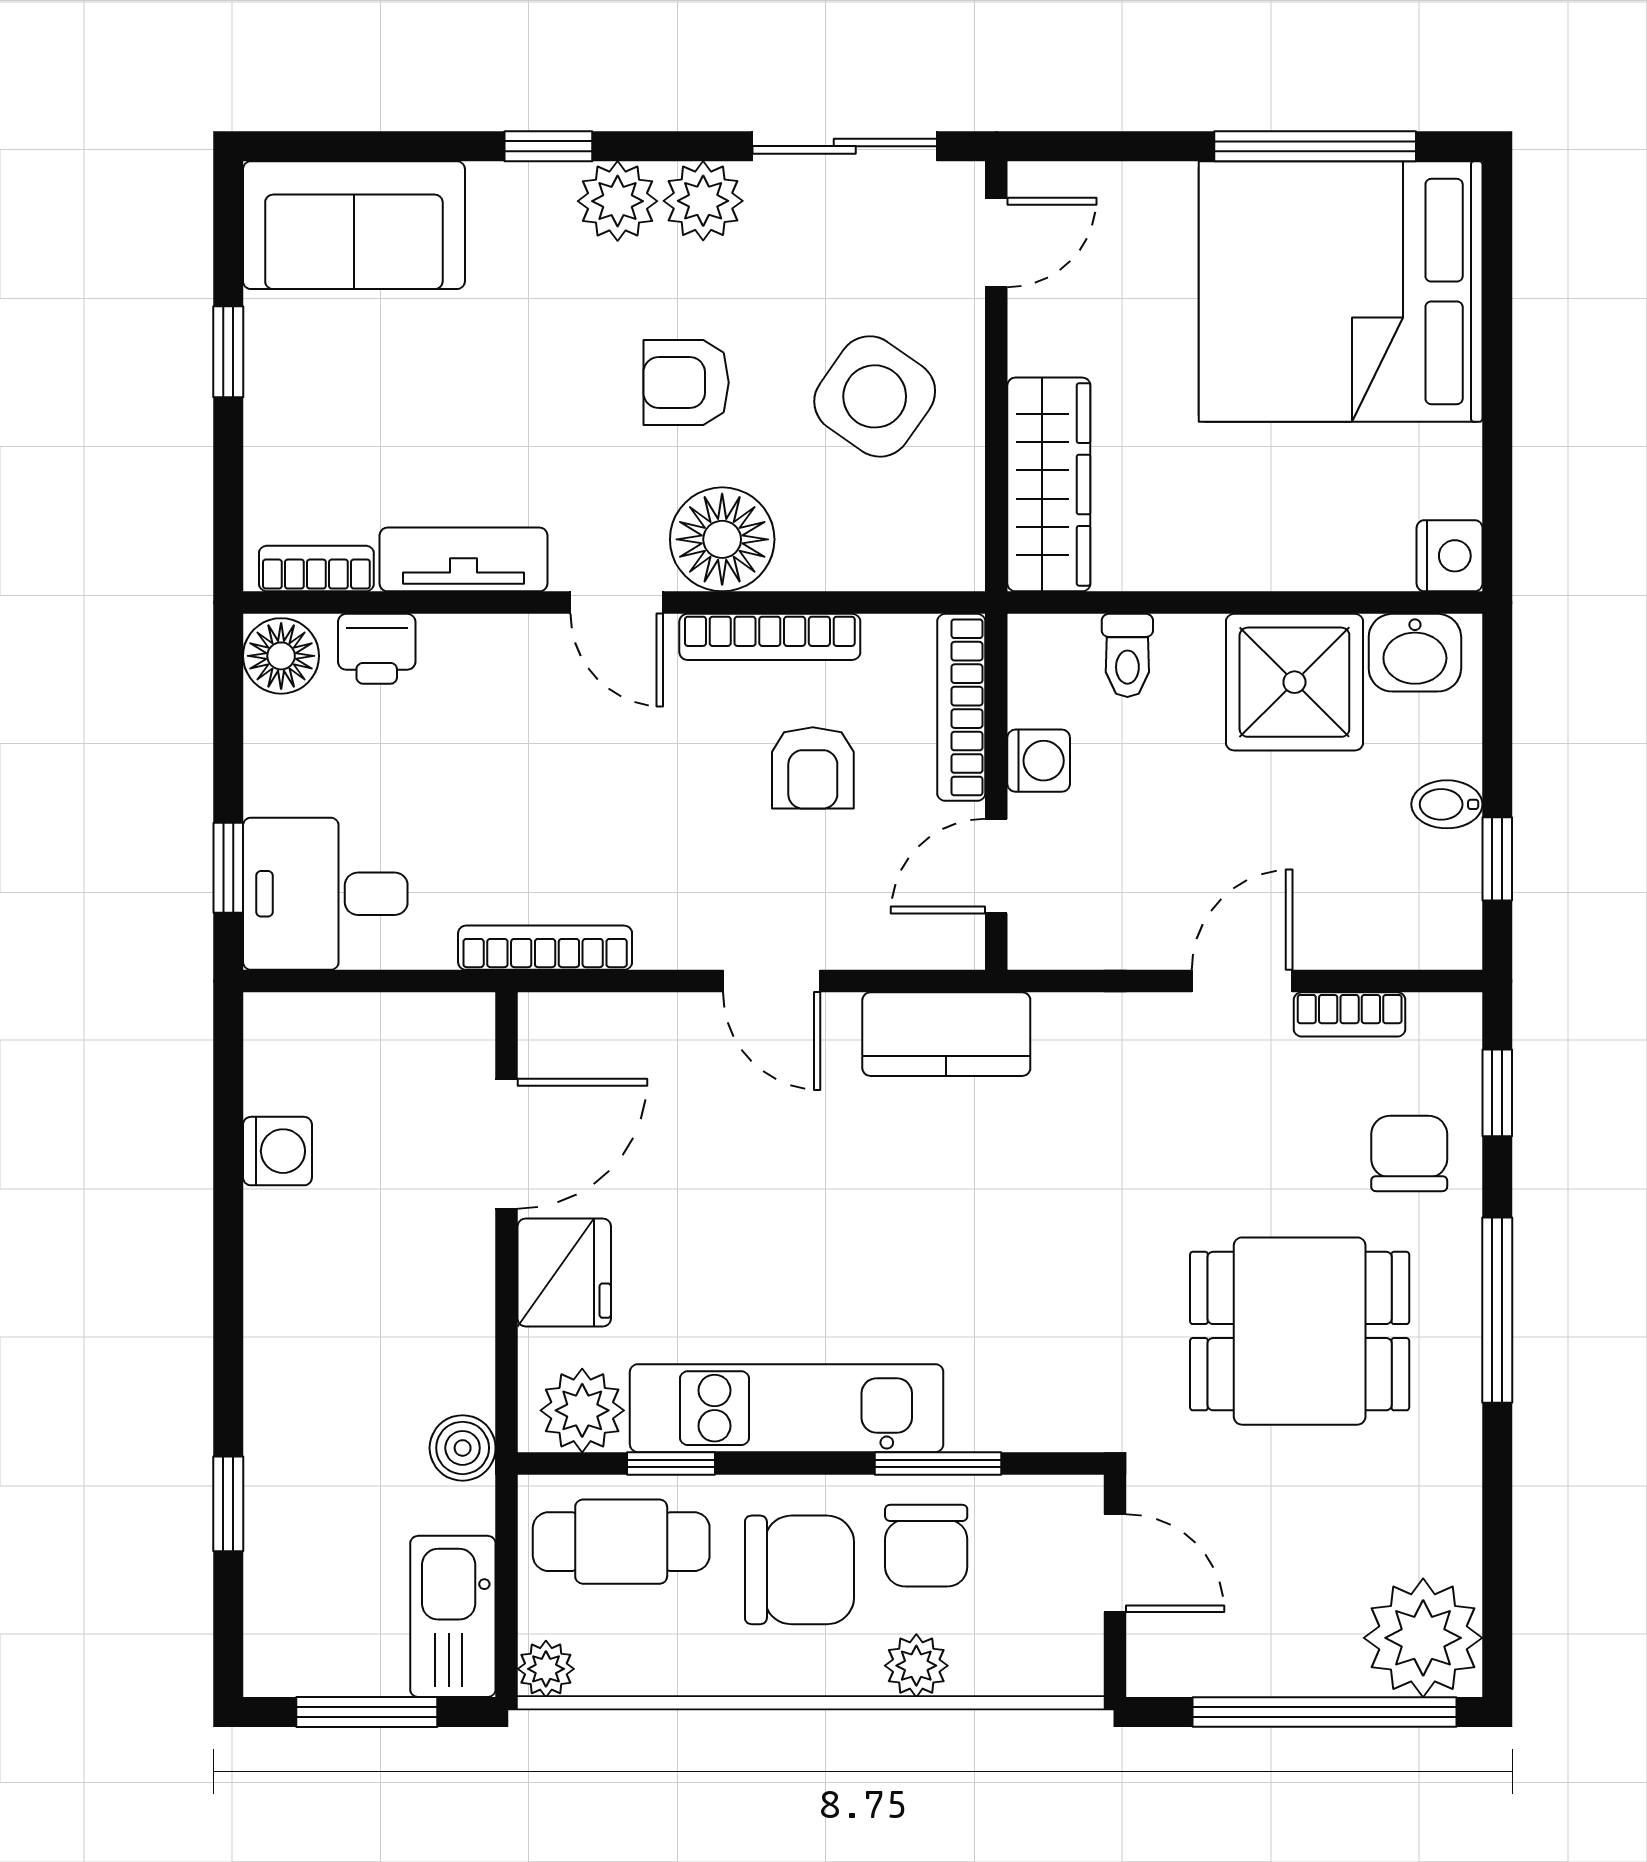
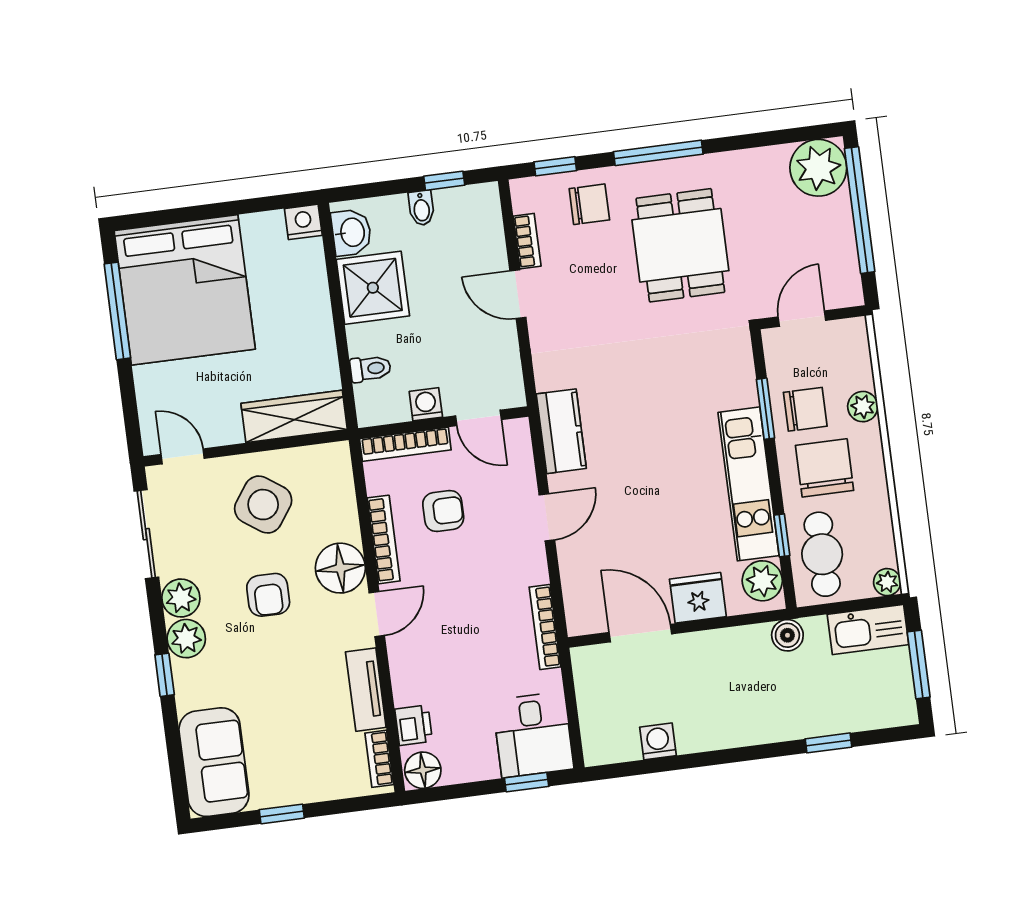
chair: (1409, 1153) -> (589, 204), turned 180

